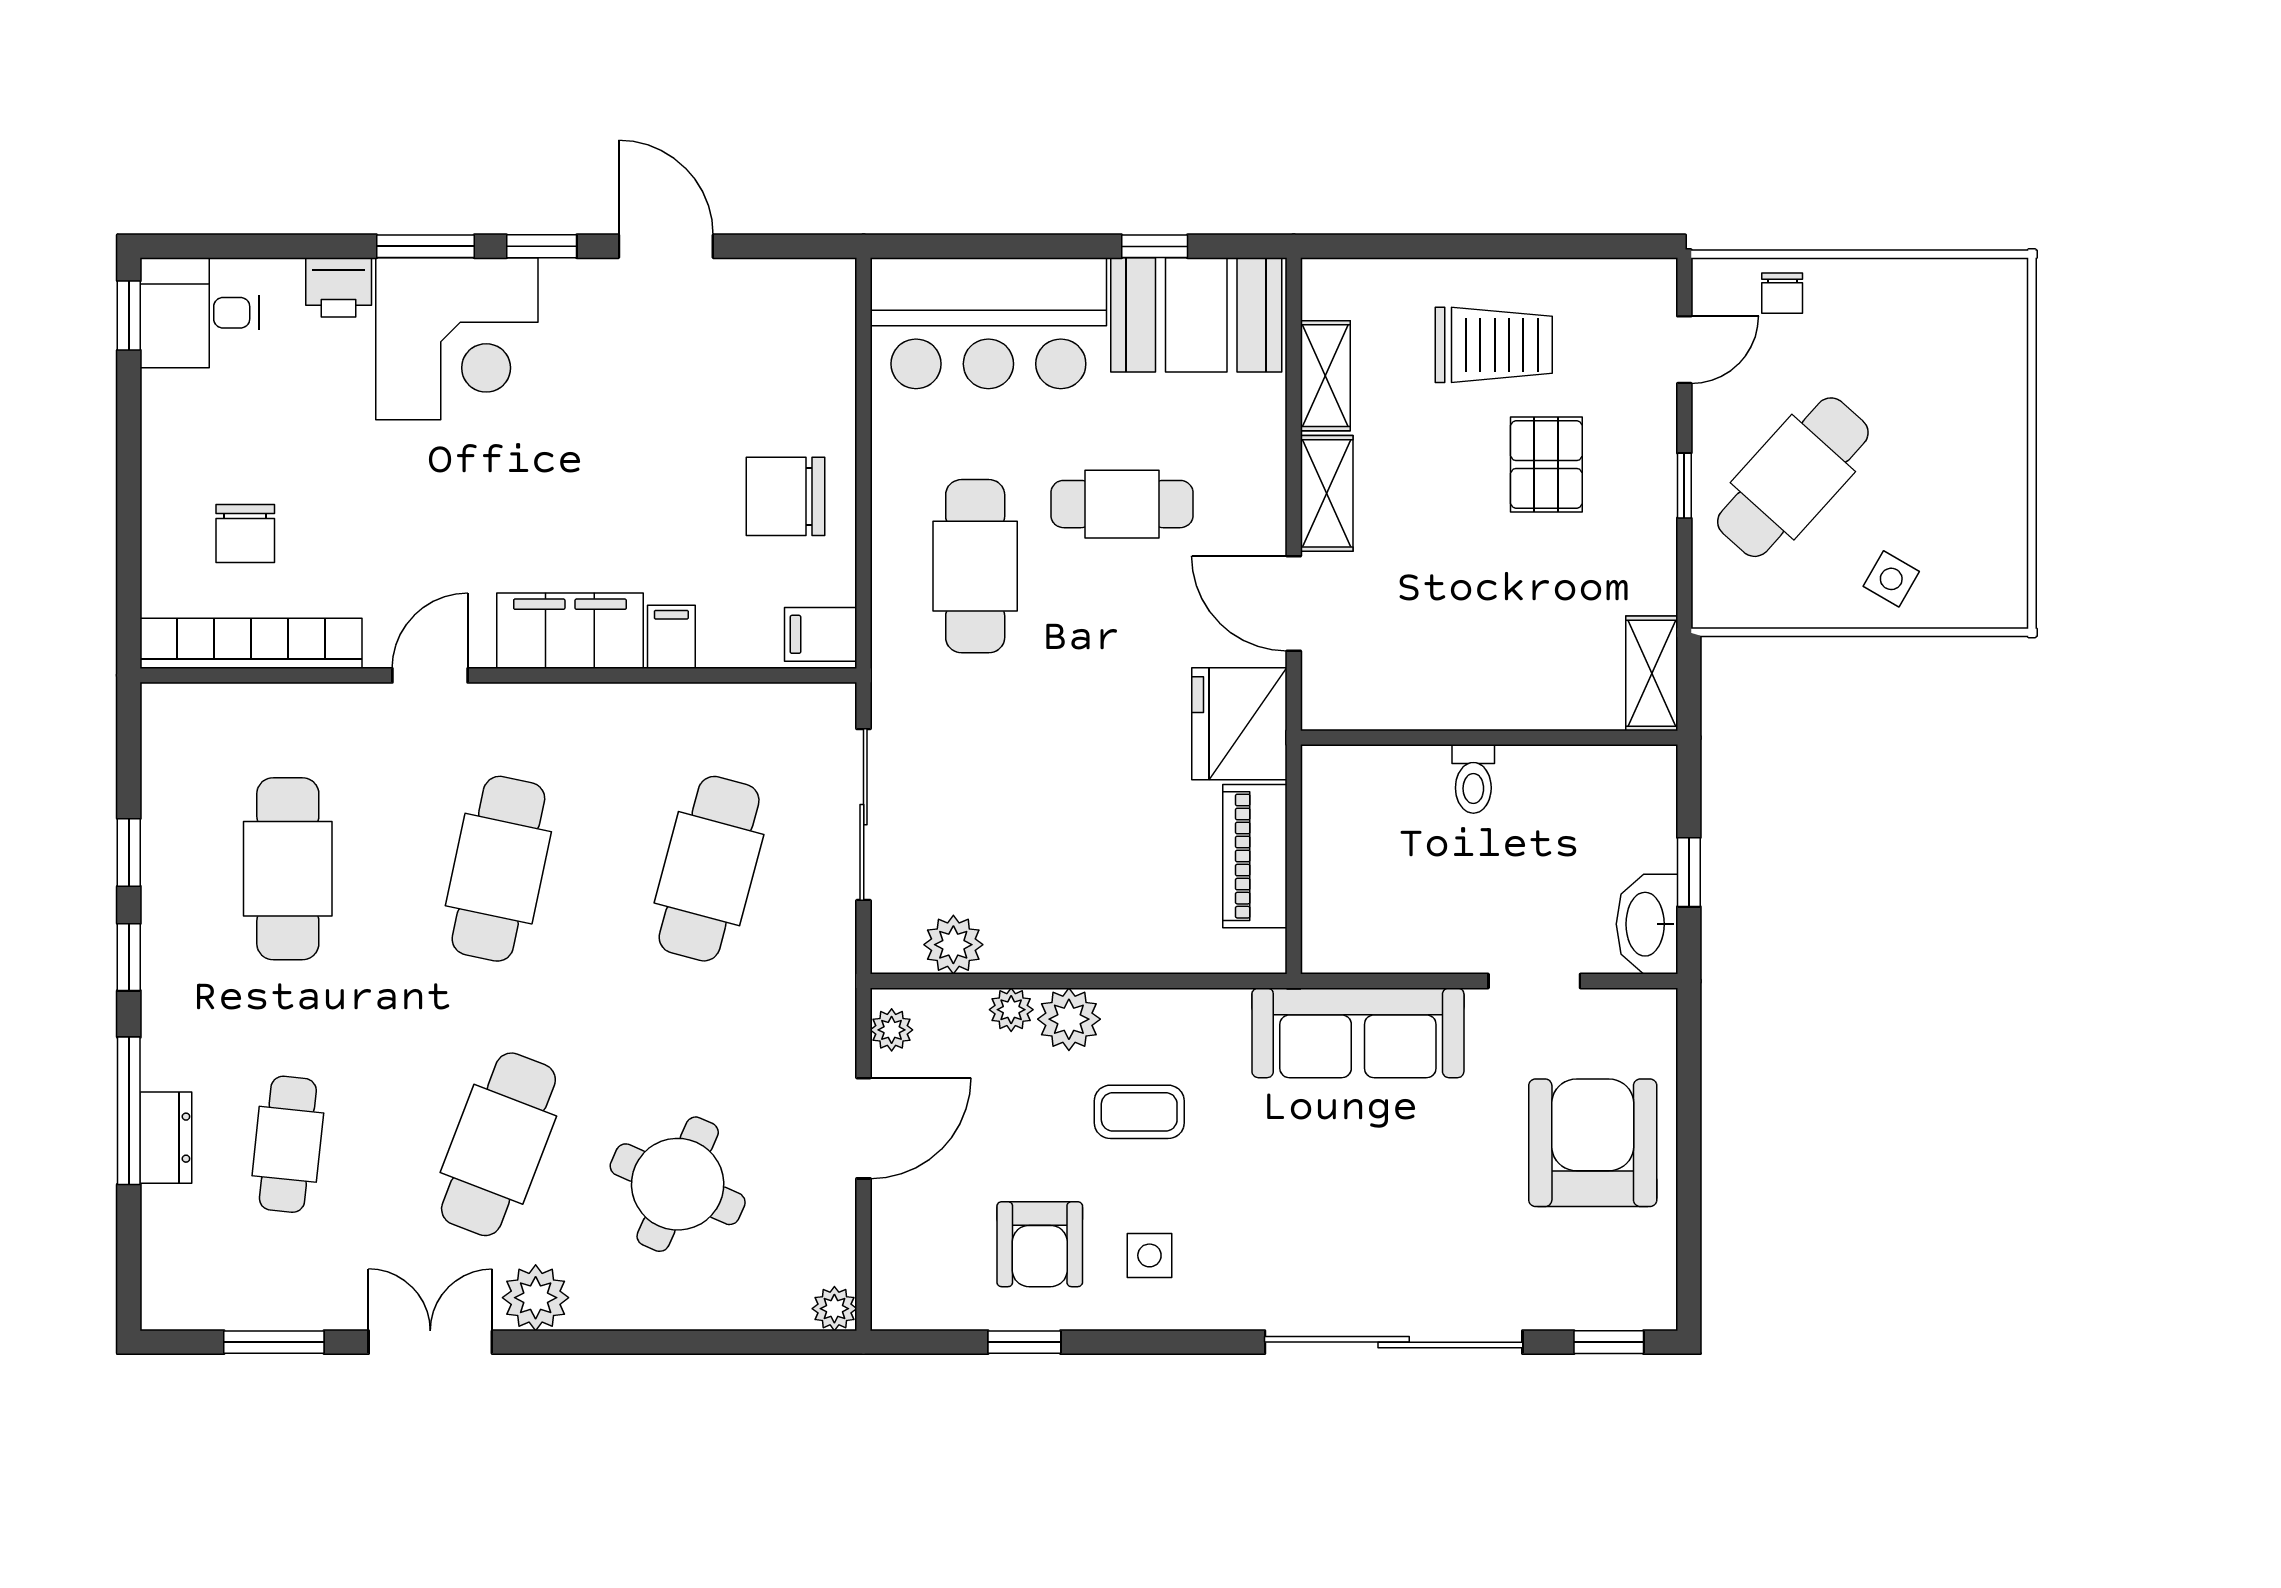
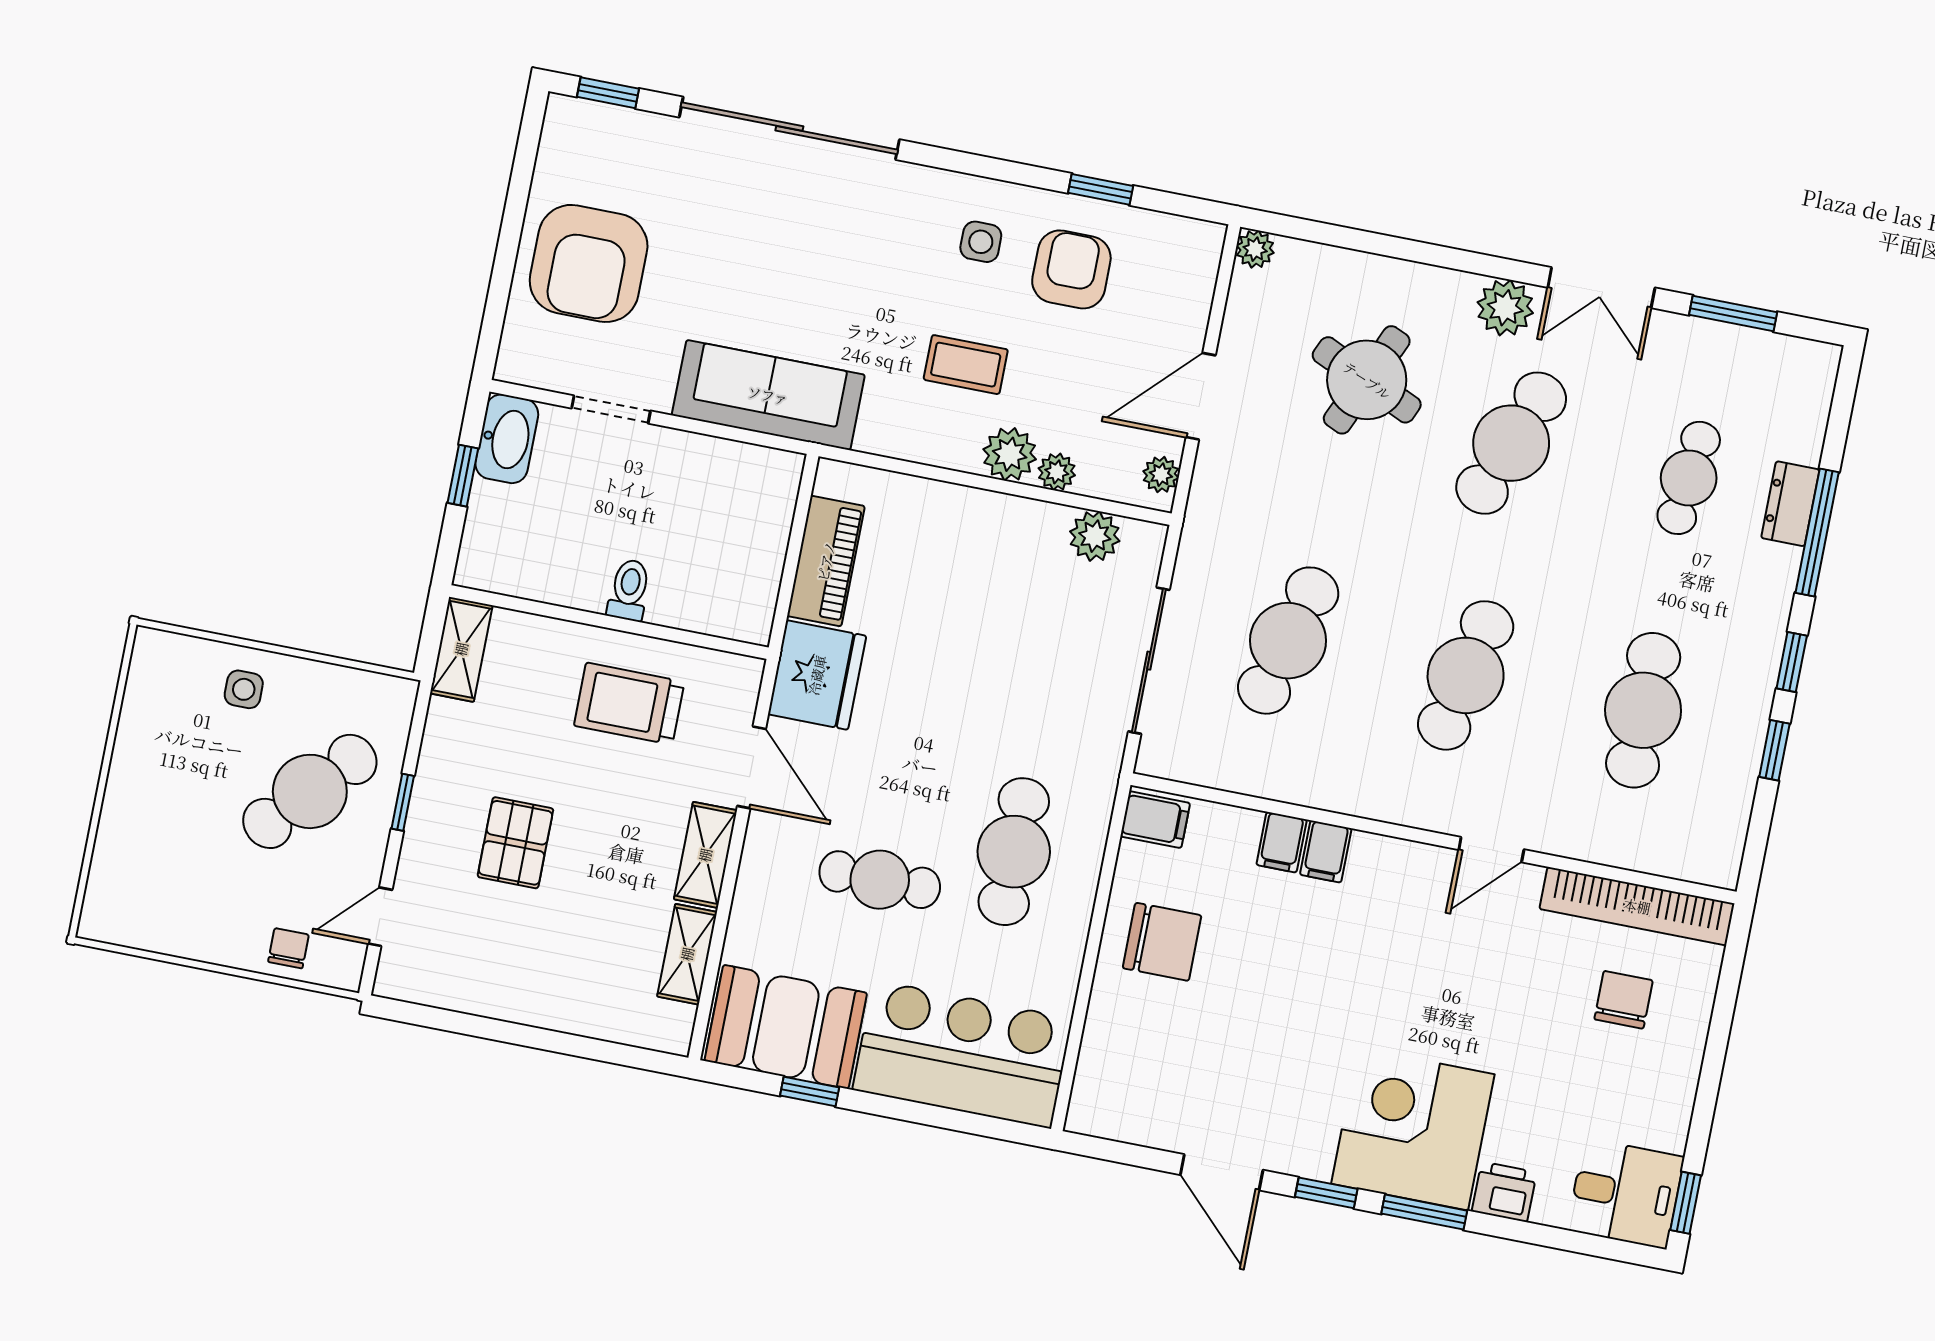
trolley: (1494, 345) -> (629, 704), moved
side table: (1891, 579) -> (244, 689), turned -30
filing cabinet: (570, 631) -> (1326, 852), width x0.33, depth x0.86

